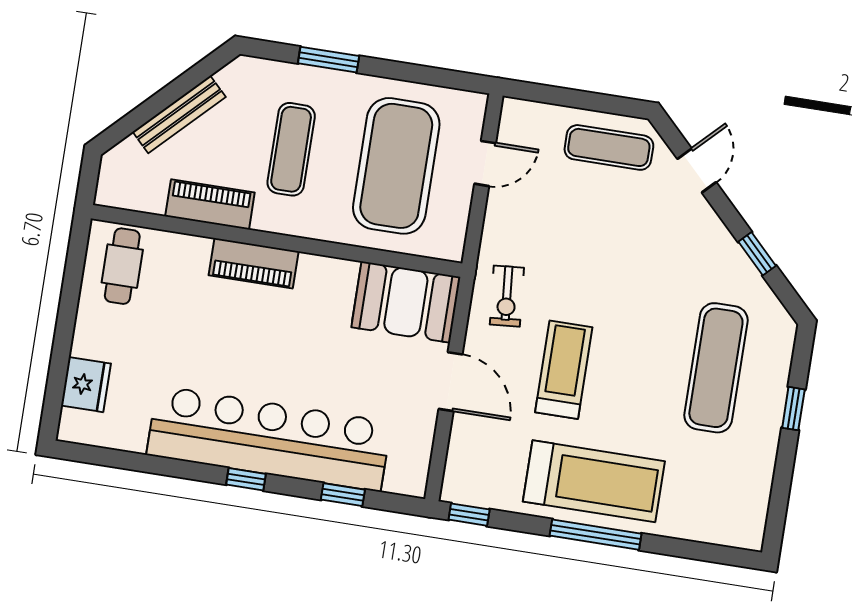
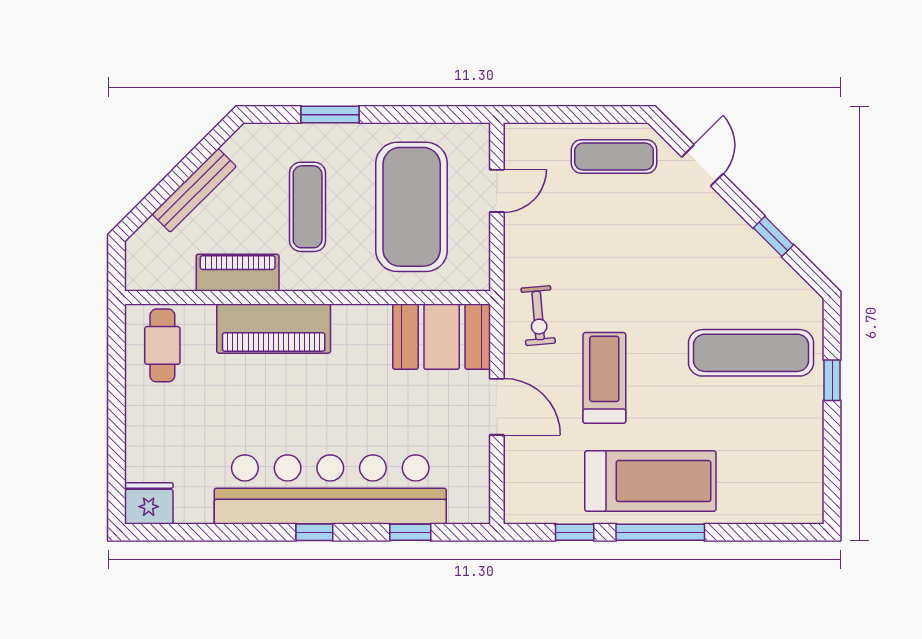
piano: (254, 263) -> (274, 329), width x1.37, depth x1.33
exercise mat: (716, 368) -> (751, 353), turned 90
fridge: (86, 385) -> (149, 503), moved, turned -90
window: (469, 515) -> (575, 532), moved

